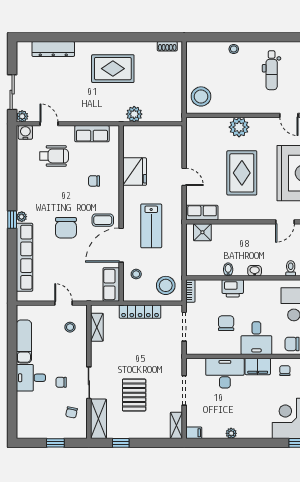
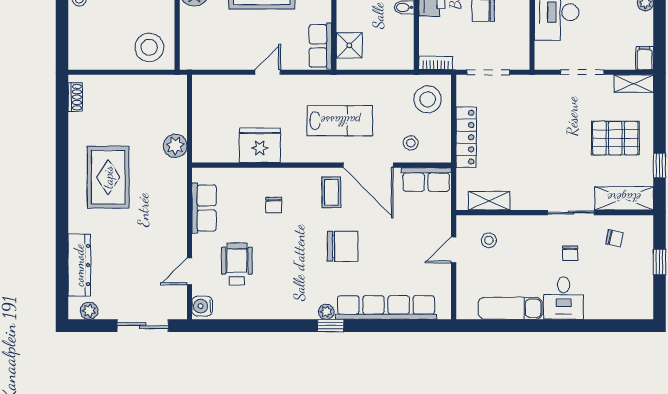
plant: (22, 116) -> (89, 311), moved
pallet: (134, 395) -> (615, 138), moved

